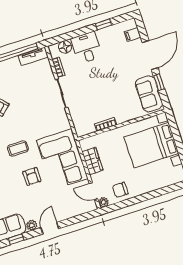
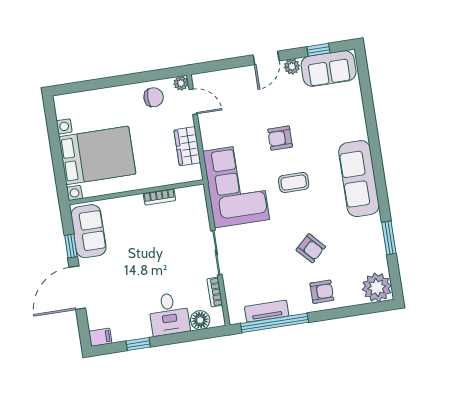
filing cabinet: (133, 35) -> (100, 337), moved
tv unit: (33, 56) -> (267, 311), moved
corner sofa: (62, 159) -> (236, 185), moved
armchair: (32, 176) -> (280, 138), turned -90

